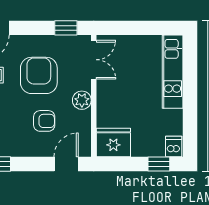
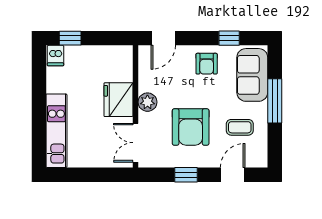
window: (66, 28) -> (186, 175), moved
armchair: (44, 121) -> (207, 64), moved, turned -90
fridge: (113, 143) -> (118, 100), moved, turned 90

